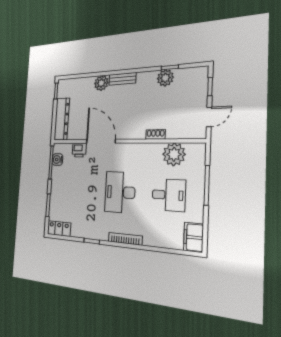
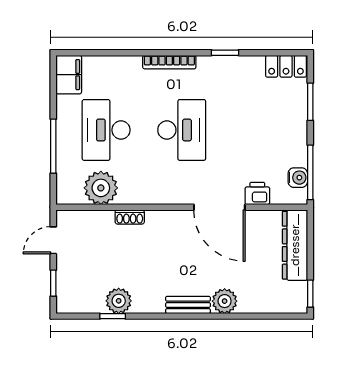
desk: (169, 195) -> (106, 130), width x1.37

